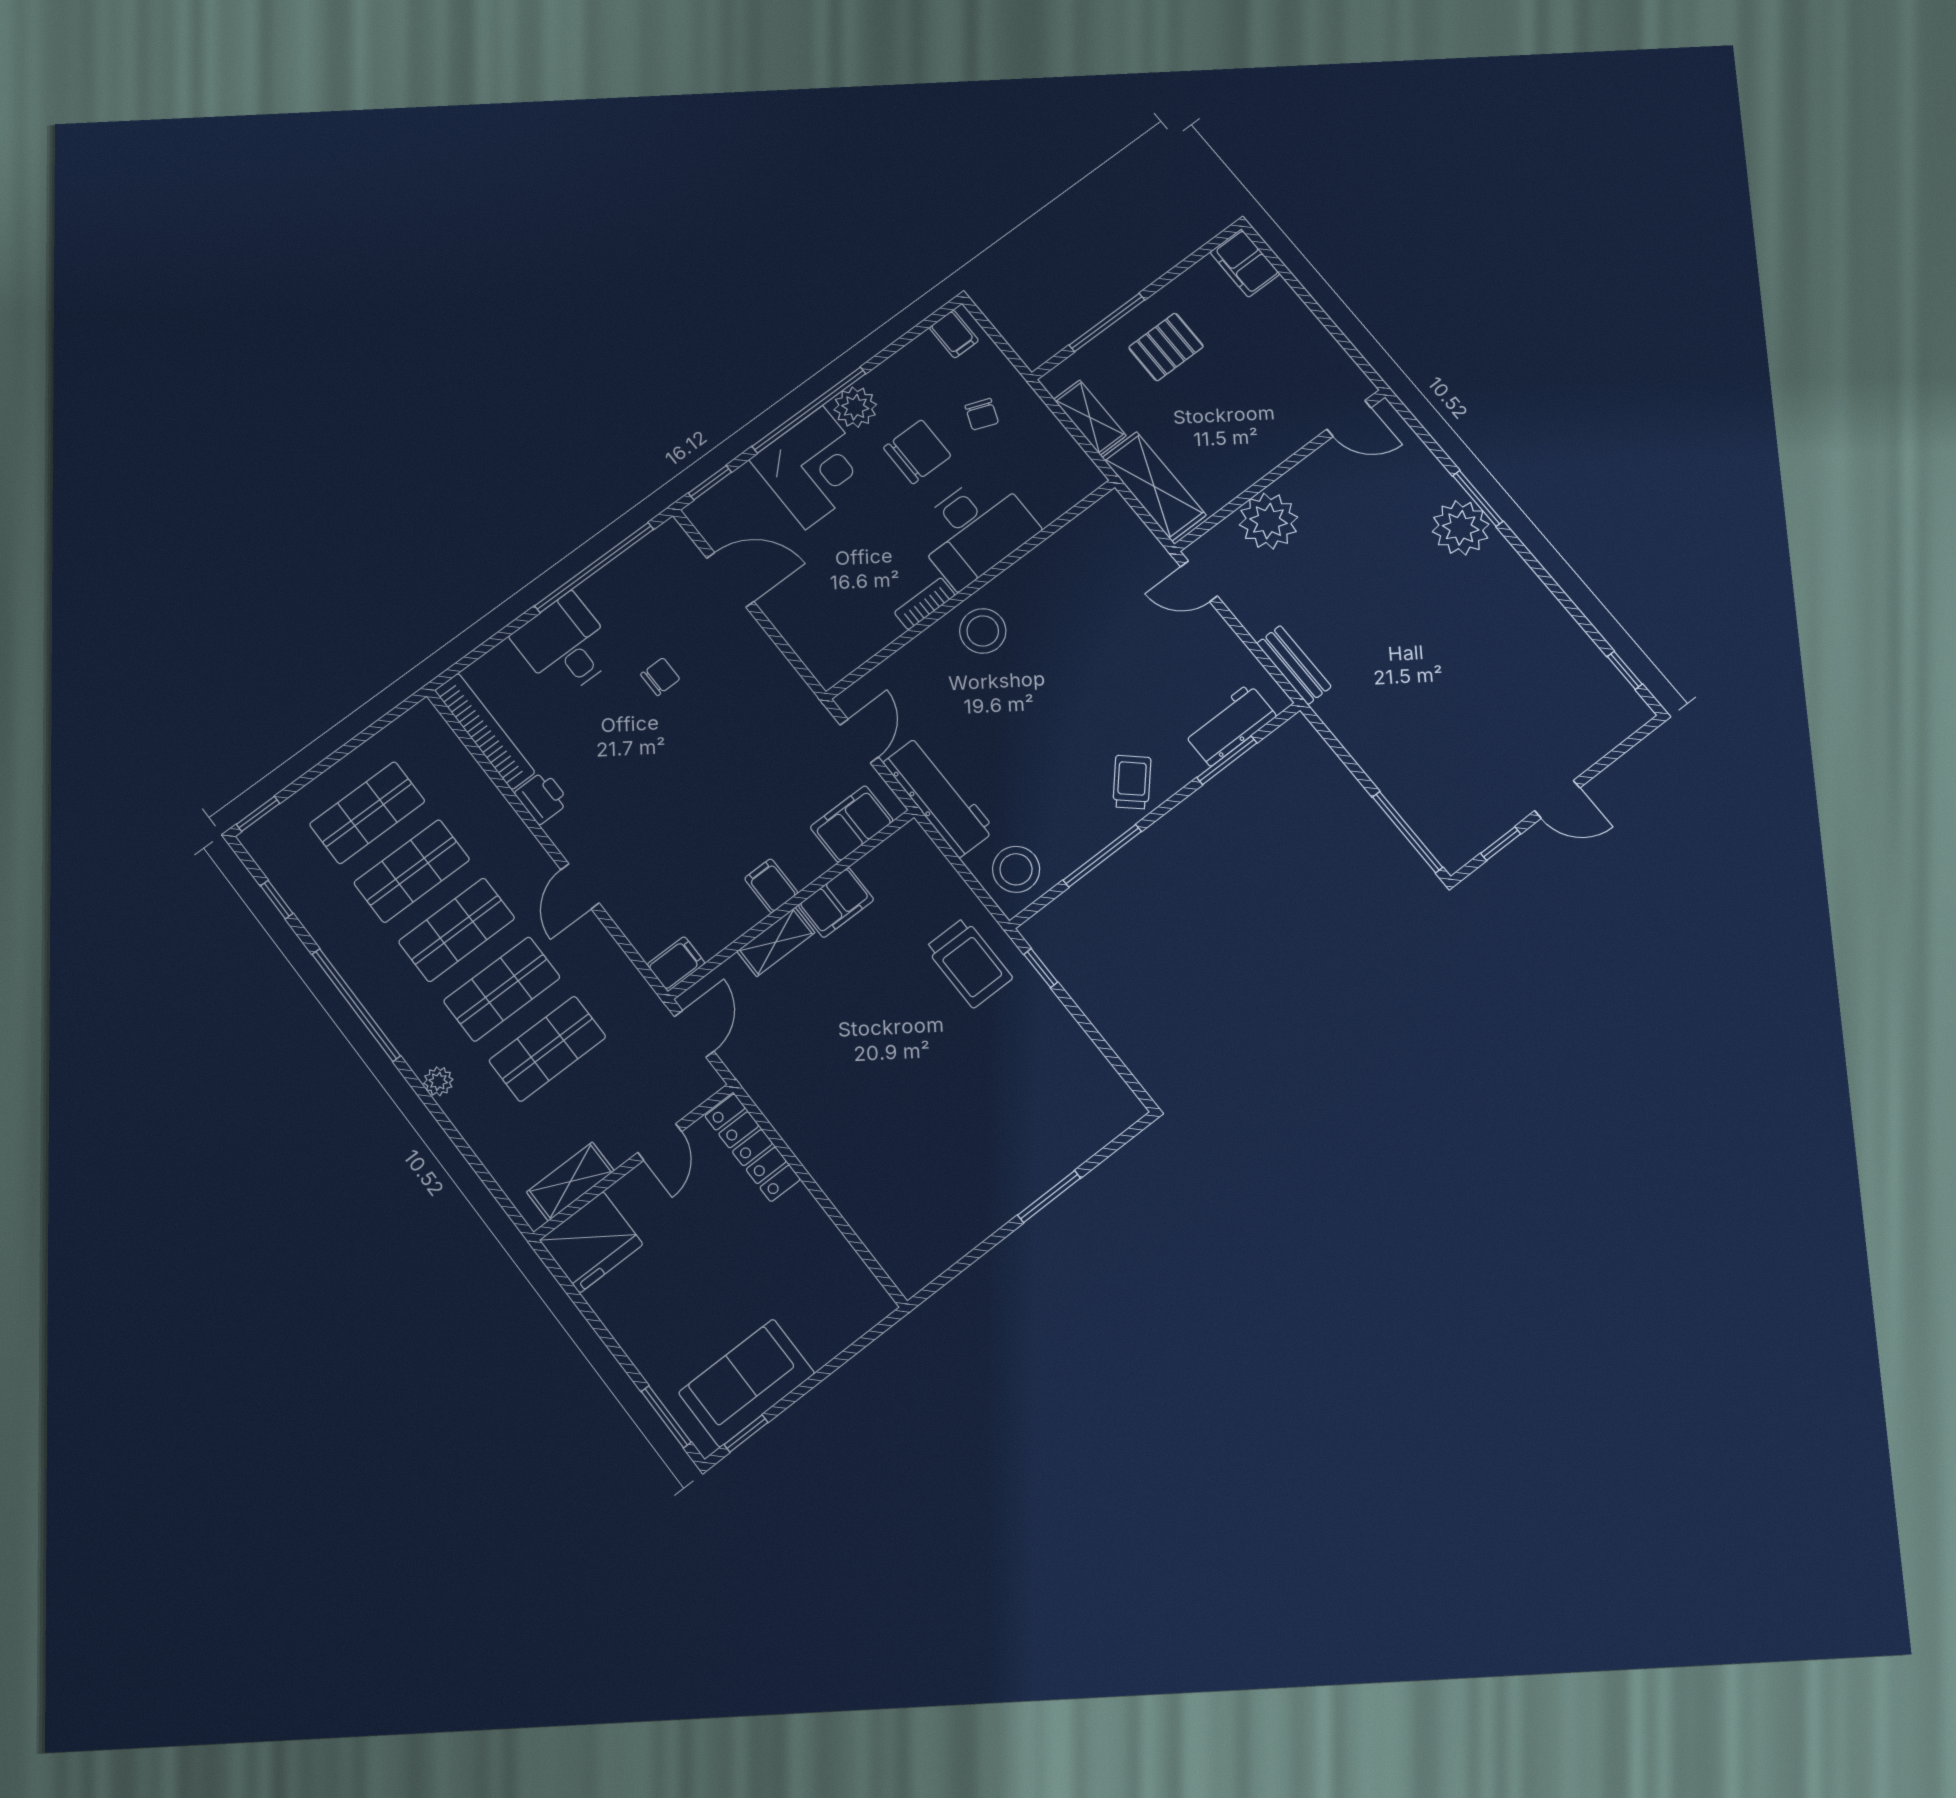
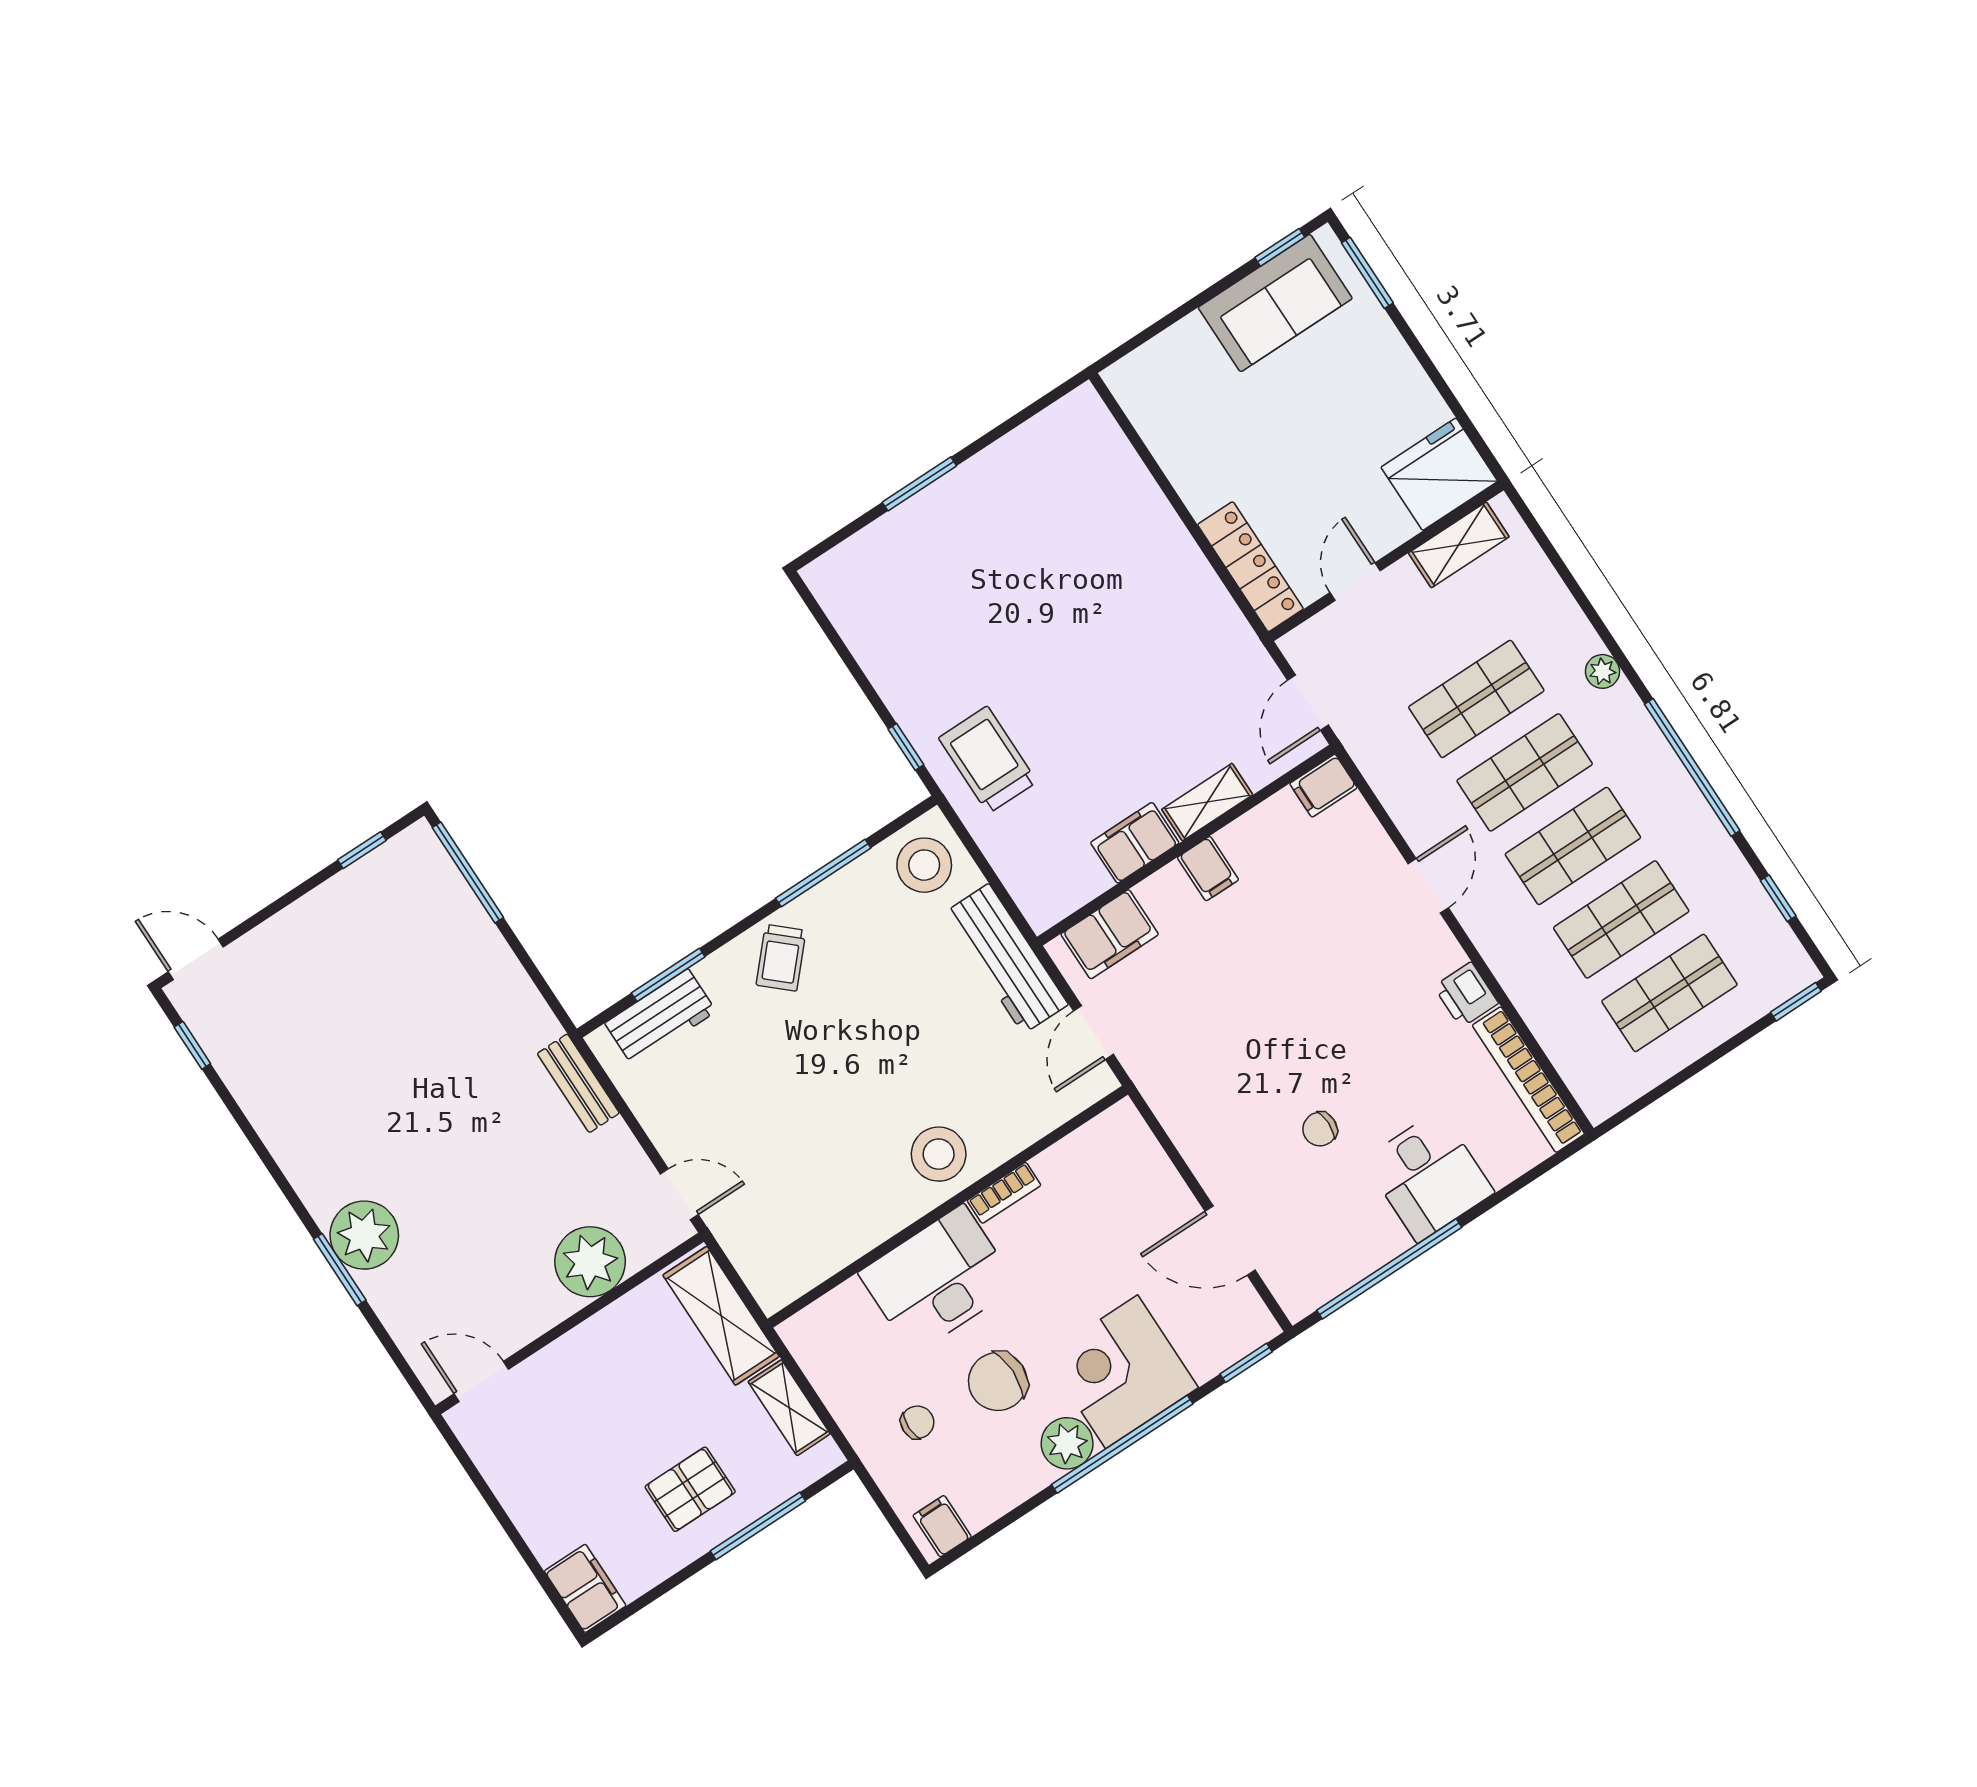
chair: (982, 414) -> (917, 1422), turned 69
door: (1557, 799) -> (196, 959), moved

